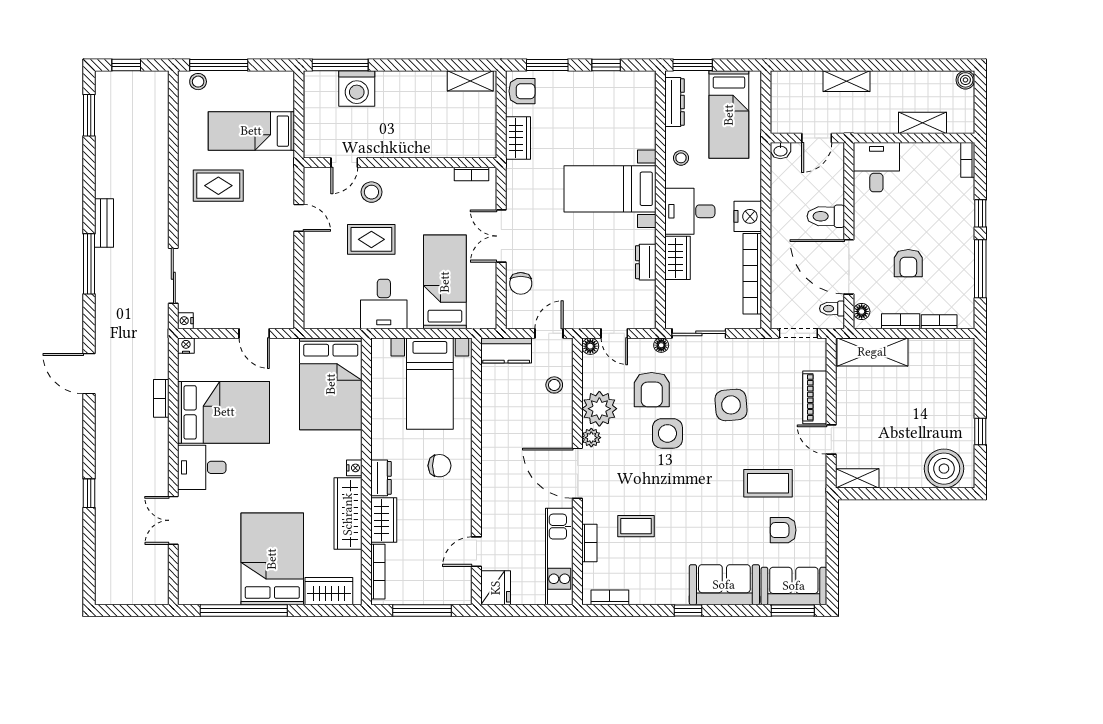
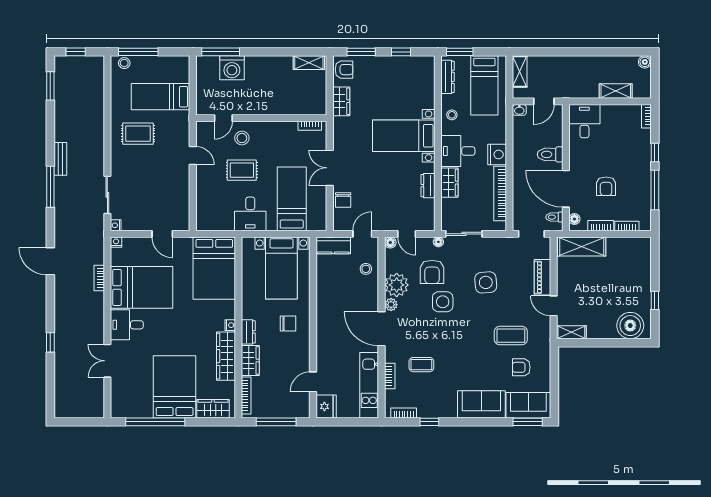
shelving: (846, 81) -> (520, 72), moved, turned 90
window: (688, 611) -> (429, 422), moved

